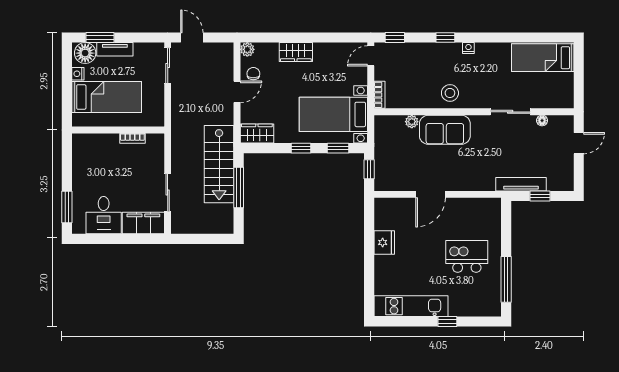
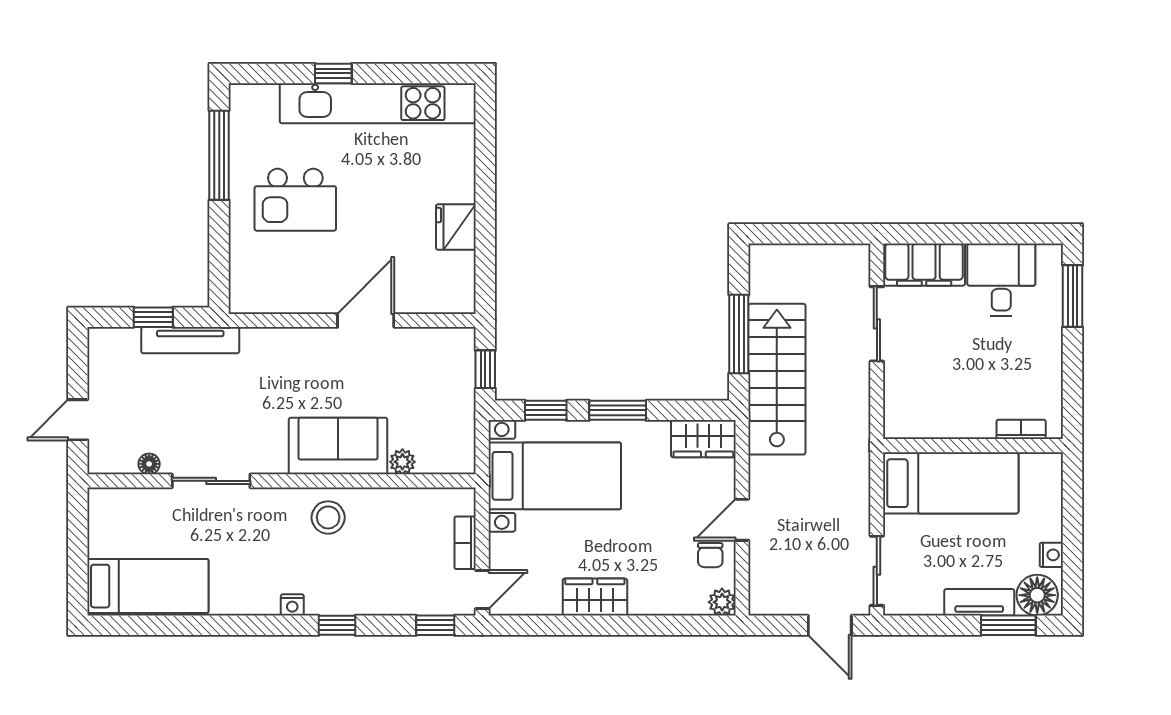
wardrobe: (296, 52) -> (595, 597), moved
bookcase: (379, 95) -> (465, 543), moved
bed: (107, 97) -> (951, 483), moved, turned 180
bookcase: (132, 138) -> (1021, 429), moved
window: (301, 148) -> (618, 410), width x1.50
kitchen unit: (411, 306) -> (378, 103), width x1.36

